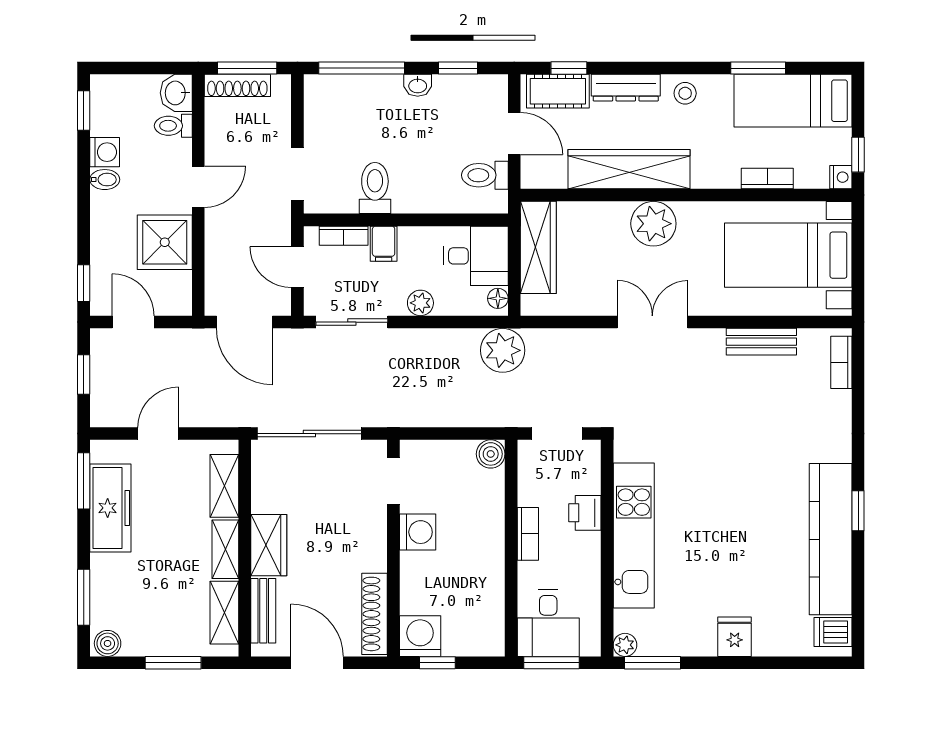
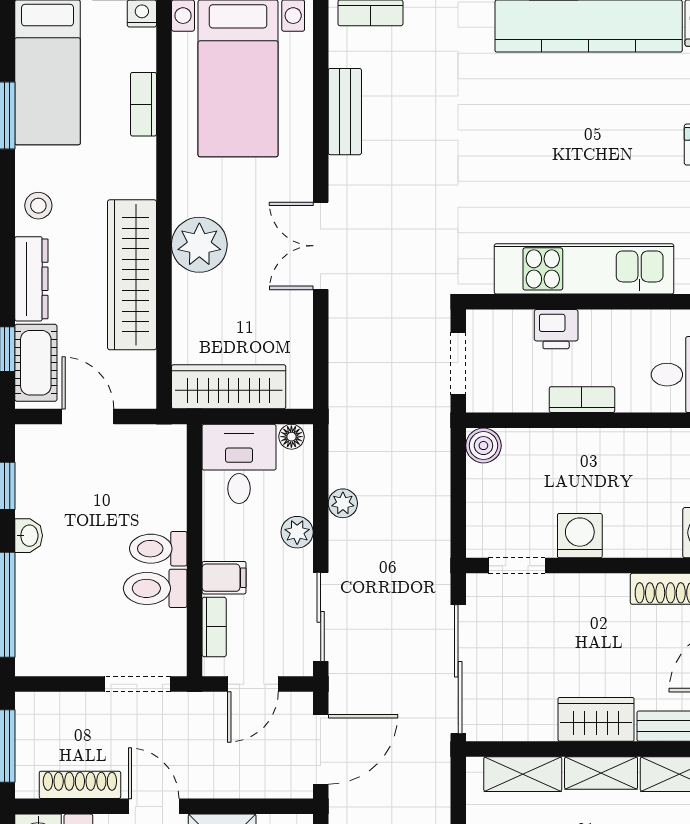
shoe rack: (237, 85) -> (80, 785), moved, turned -90
door: (514, 133) -> (88, 416), hinge flipped
toilet: (485, 175) -> (158, 549), moved, turned 90
plant: (503, 350) -> (343, 503), moved, width x0.53, depth x0.53

